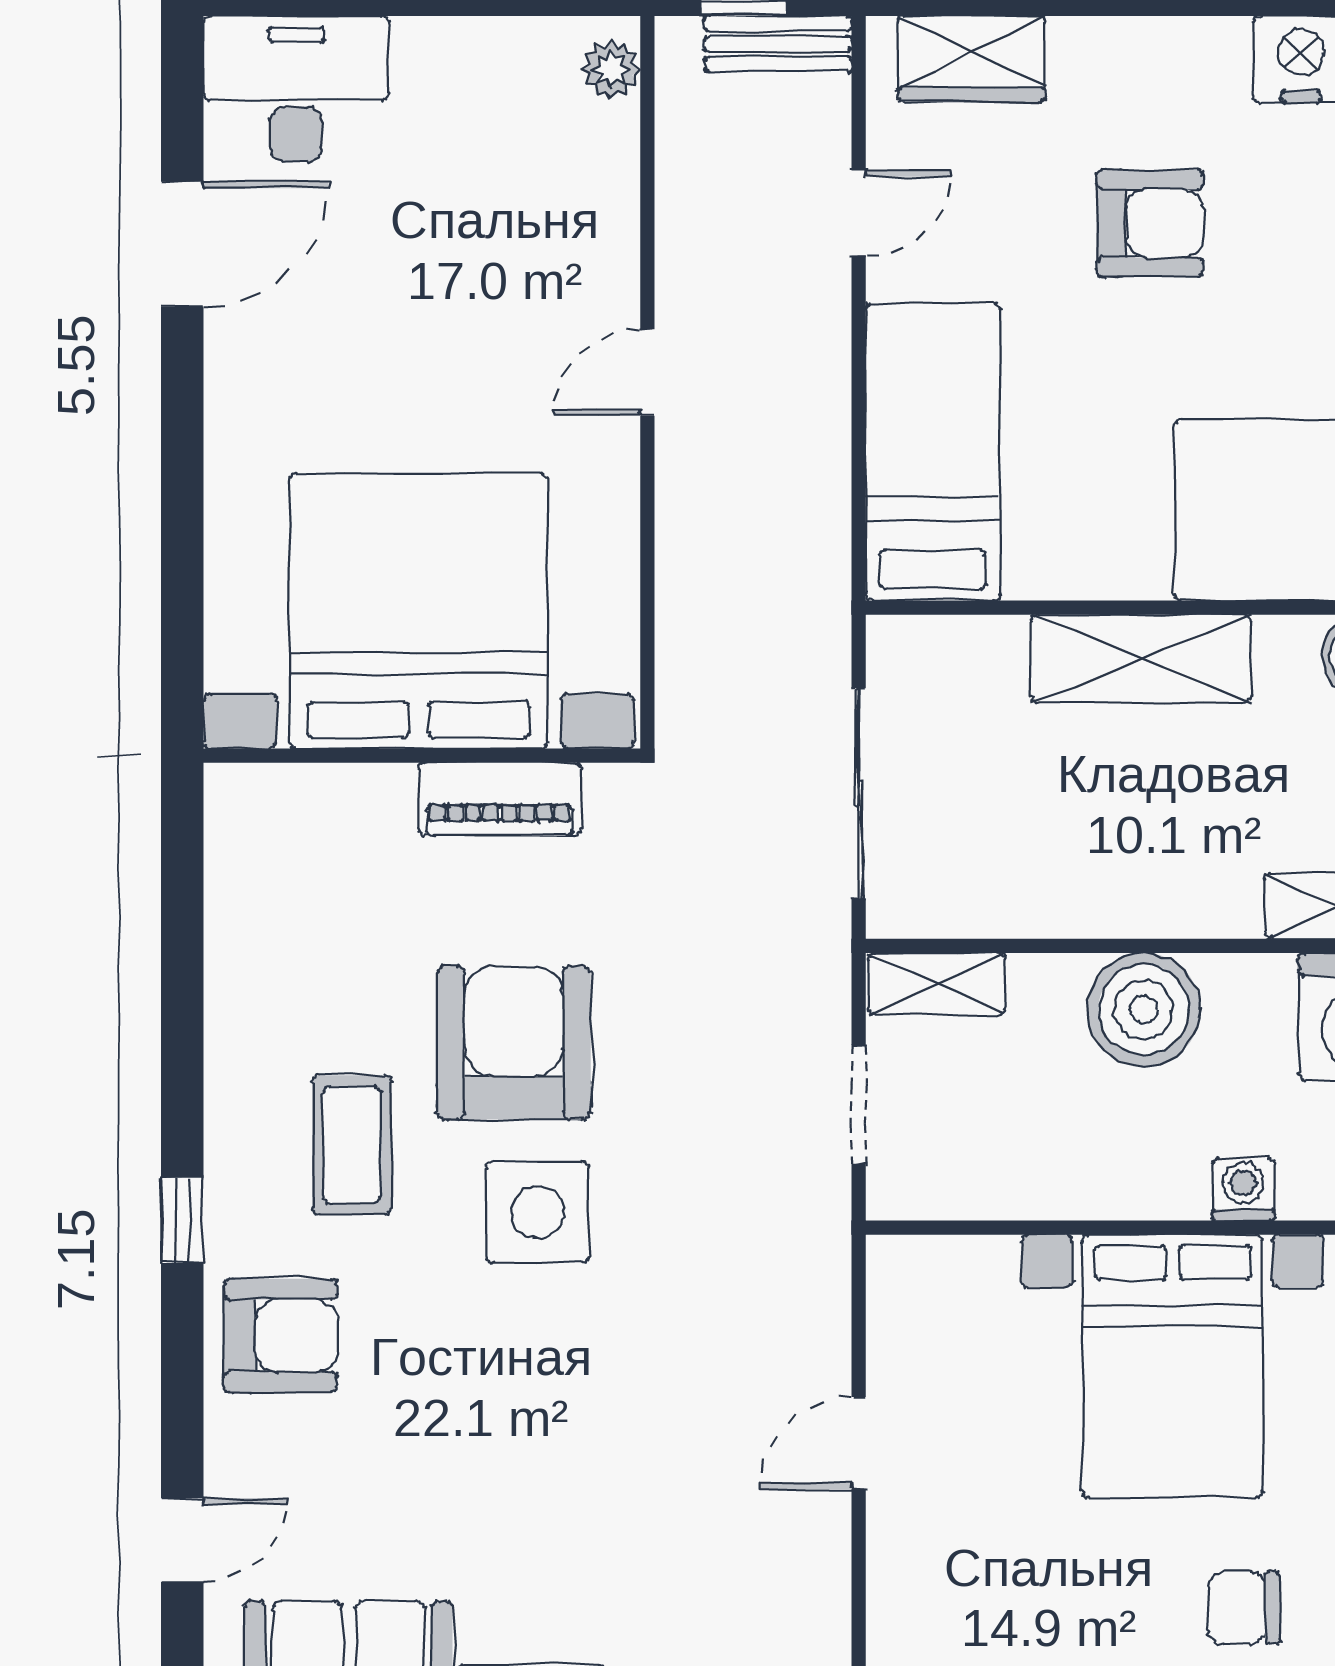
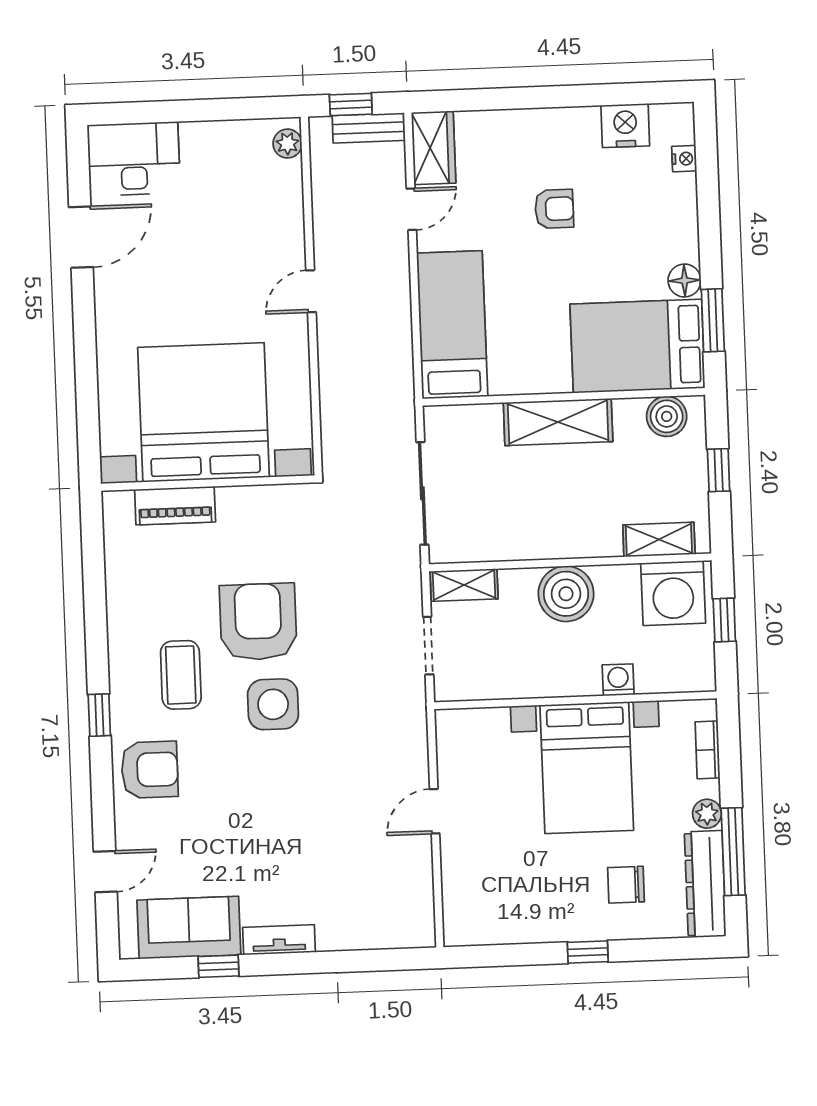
wardrobe: (971, 59) -> (434, 148), moved, turned -90
armchair: (1150, 223) -> (554, 209), width x0.72, depth x0.72
piano: (500, 799) -> (175, 506), moved

